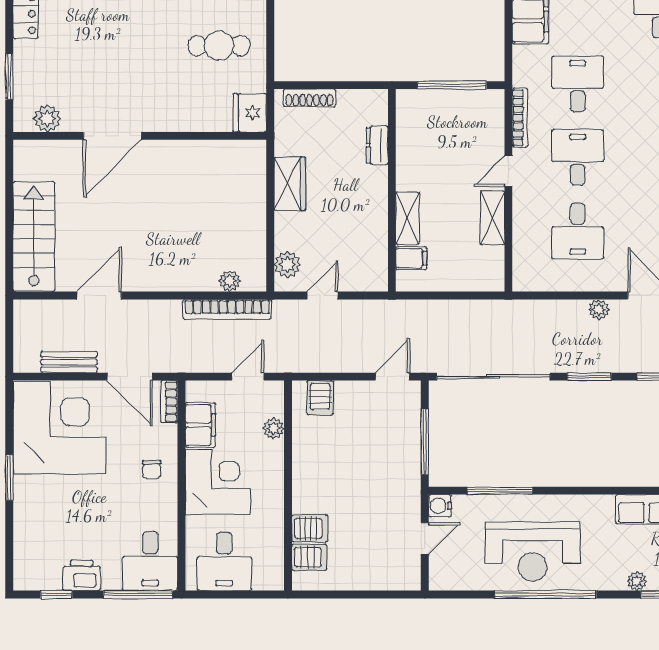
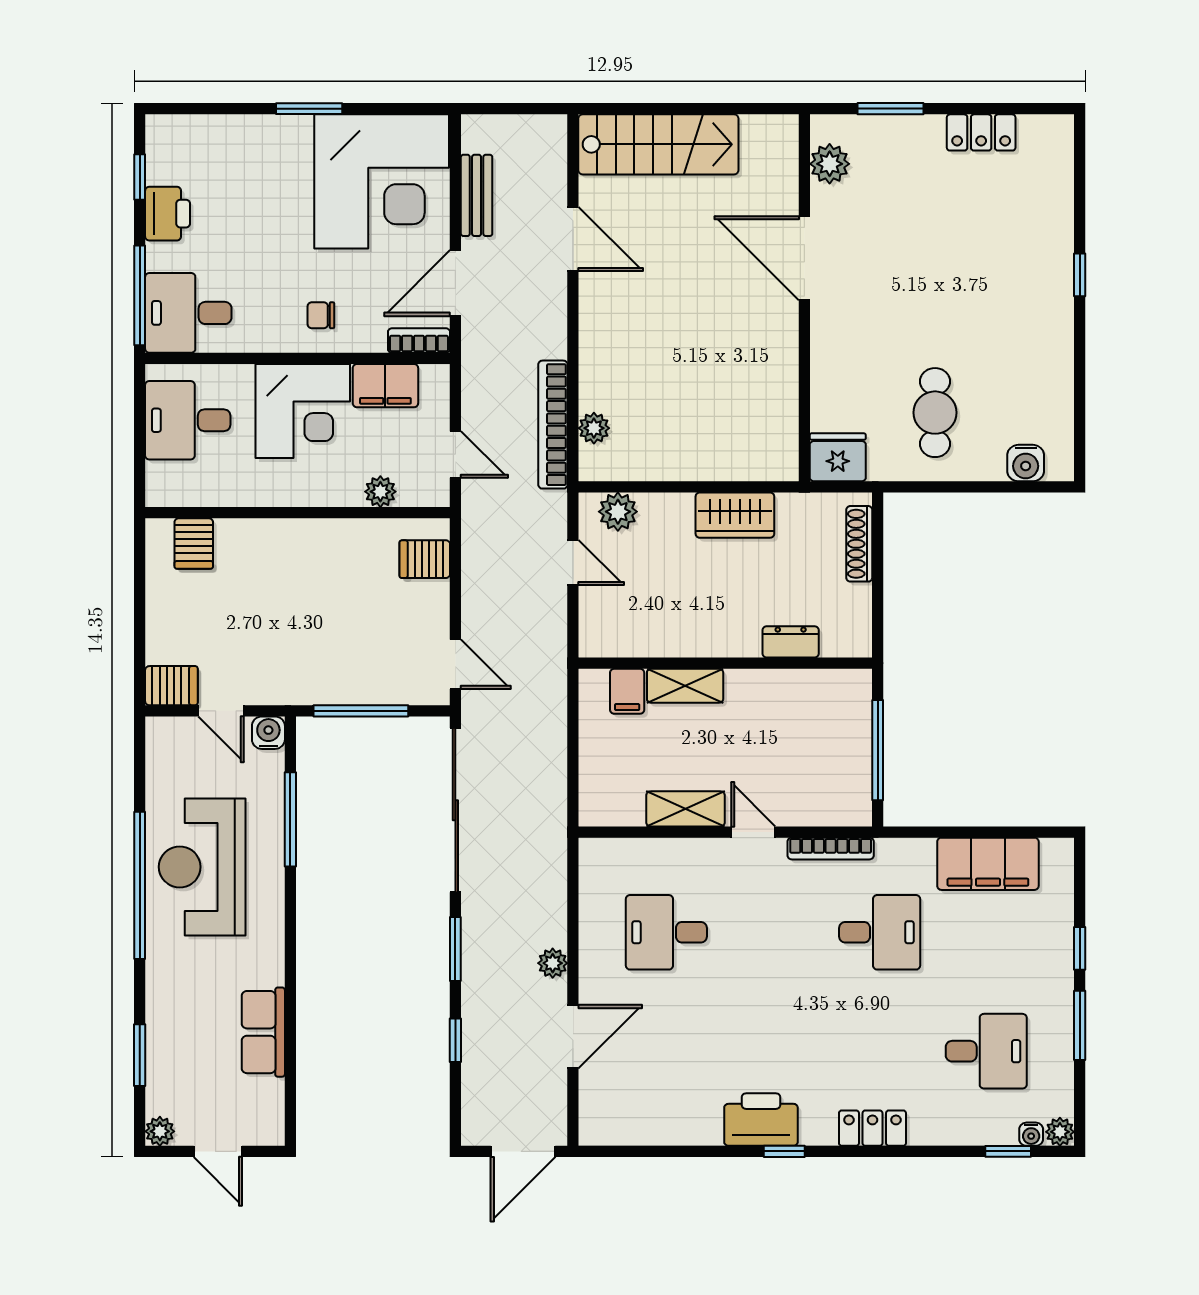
desk: (578, 157) -> (773, 932), removed
server rack: (310, 528) -> (171, 686), moved, turned -90
plant: (637, 581) -> (159, 1018), removed

